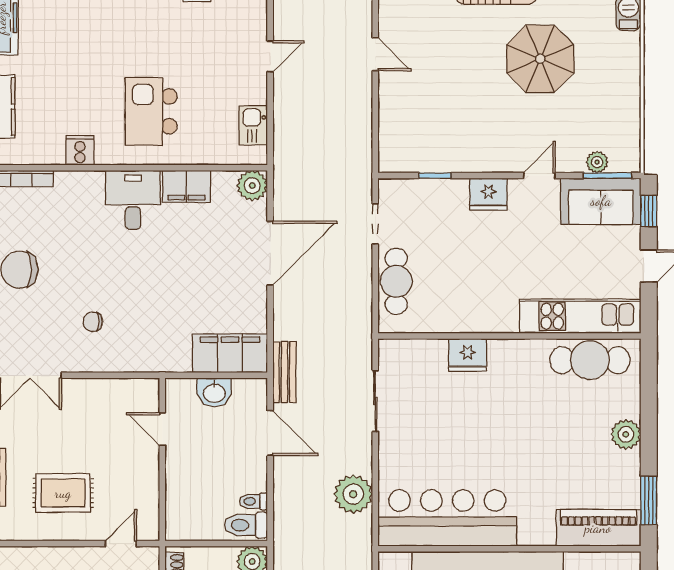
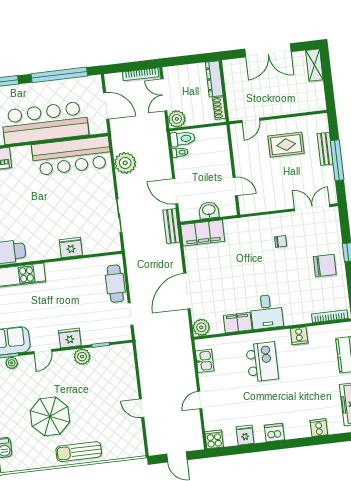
plant: (471, 158) -> (82, 357), added

